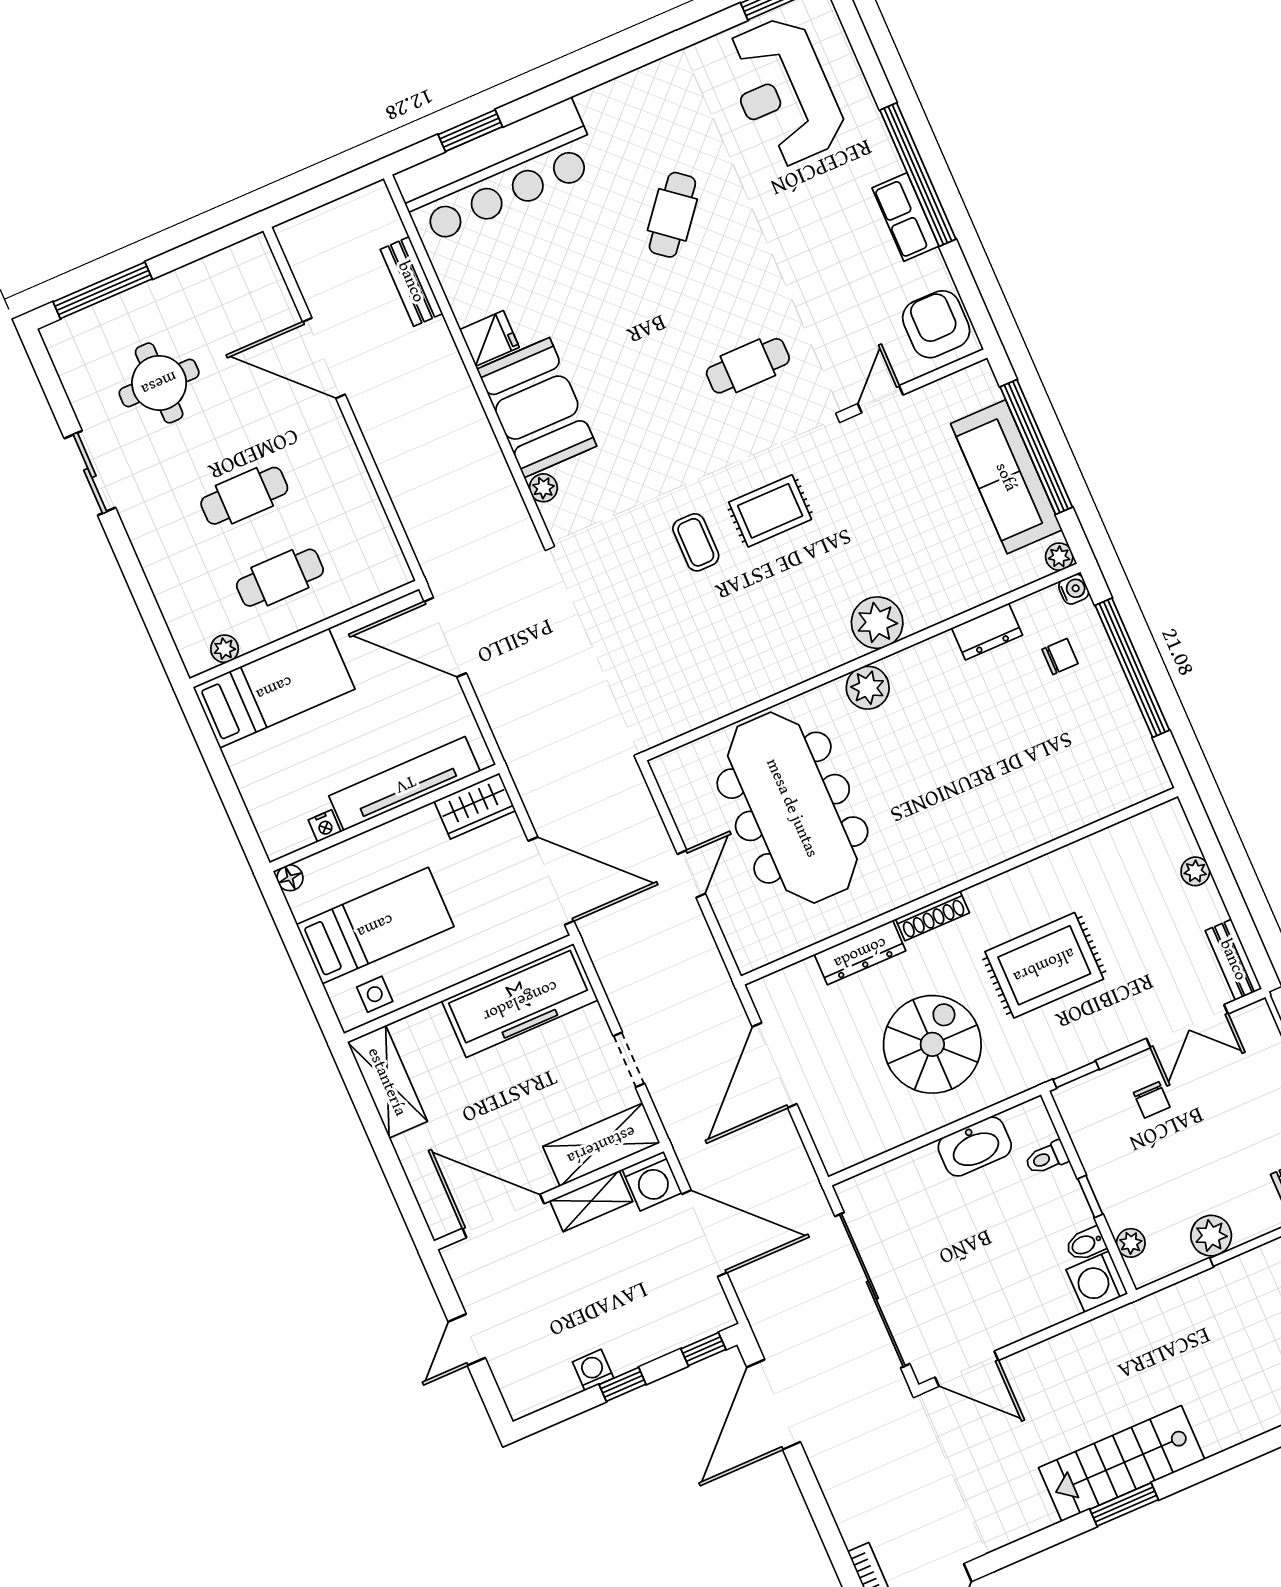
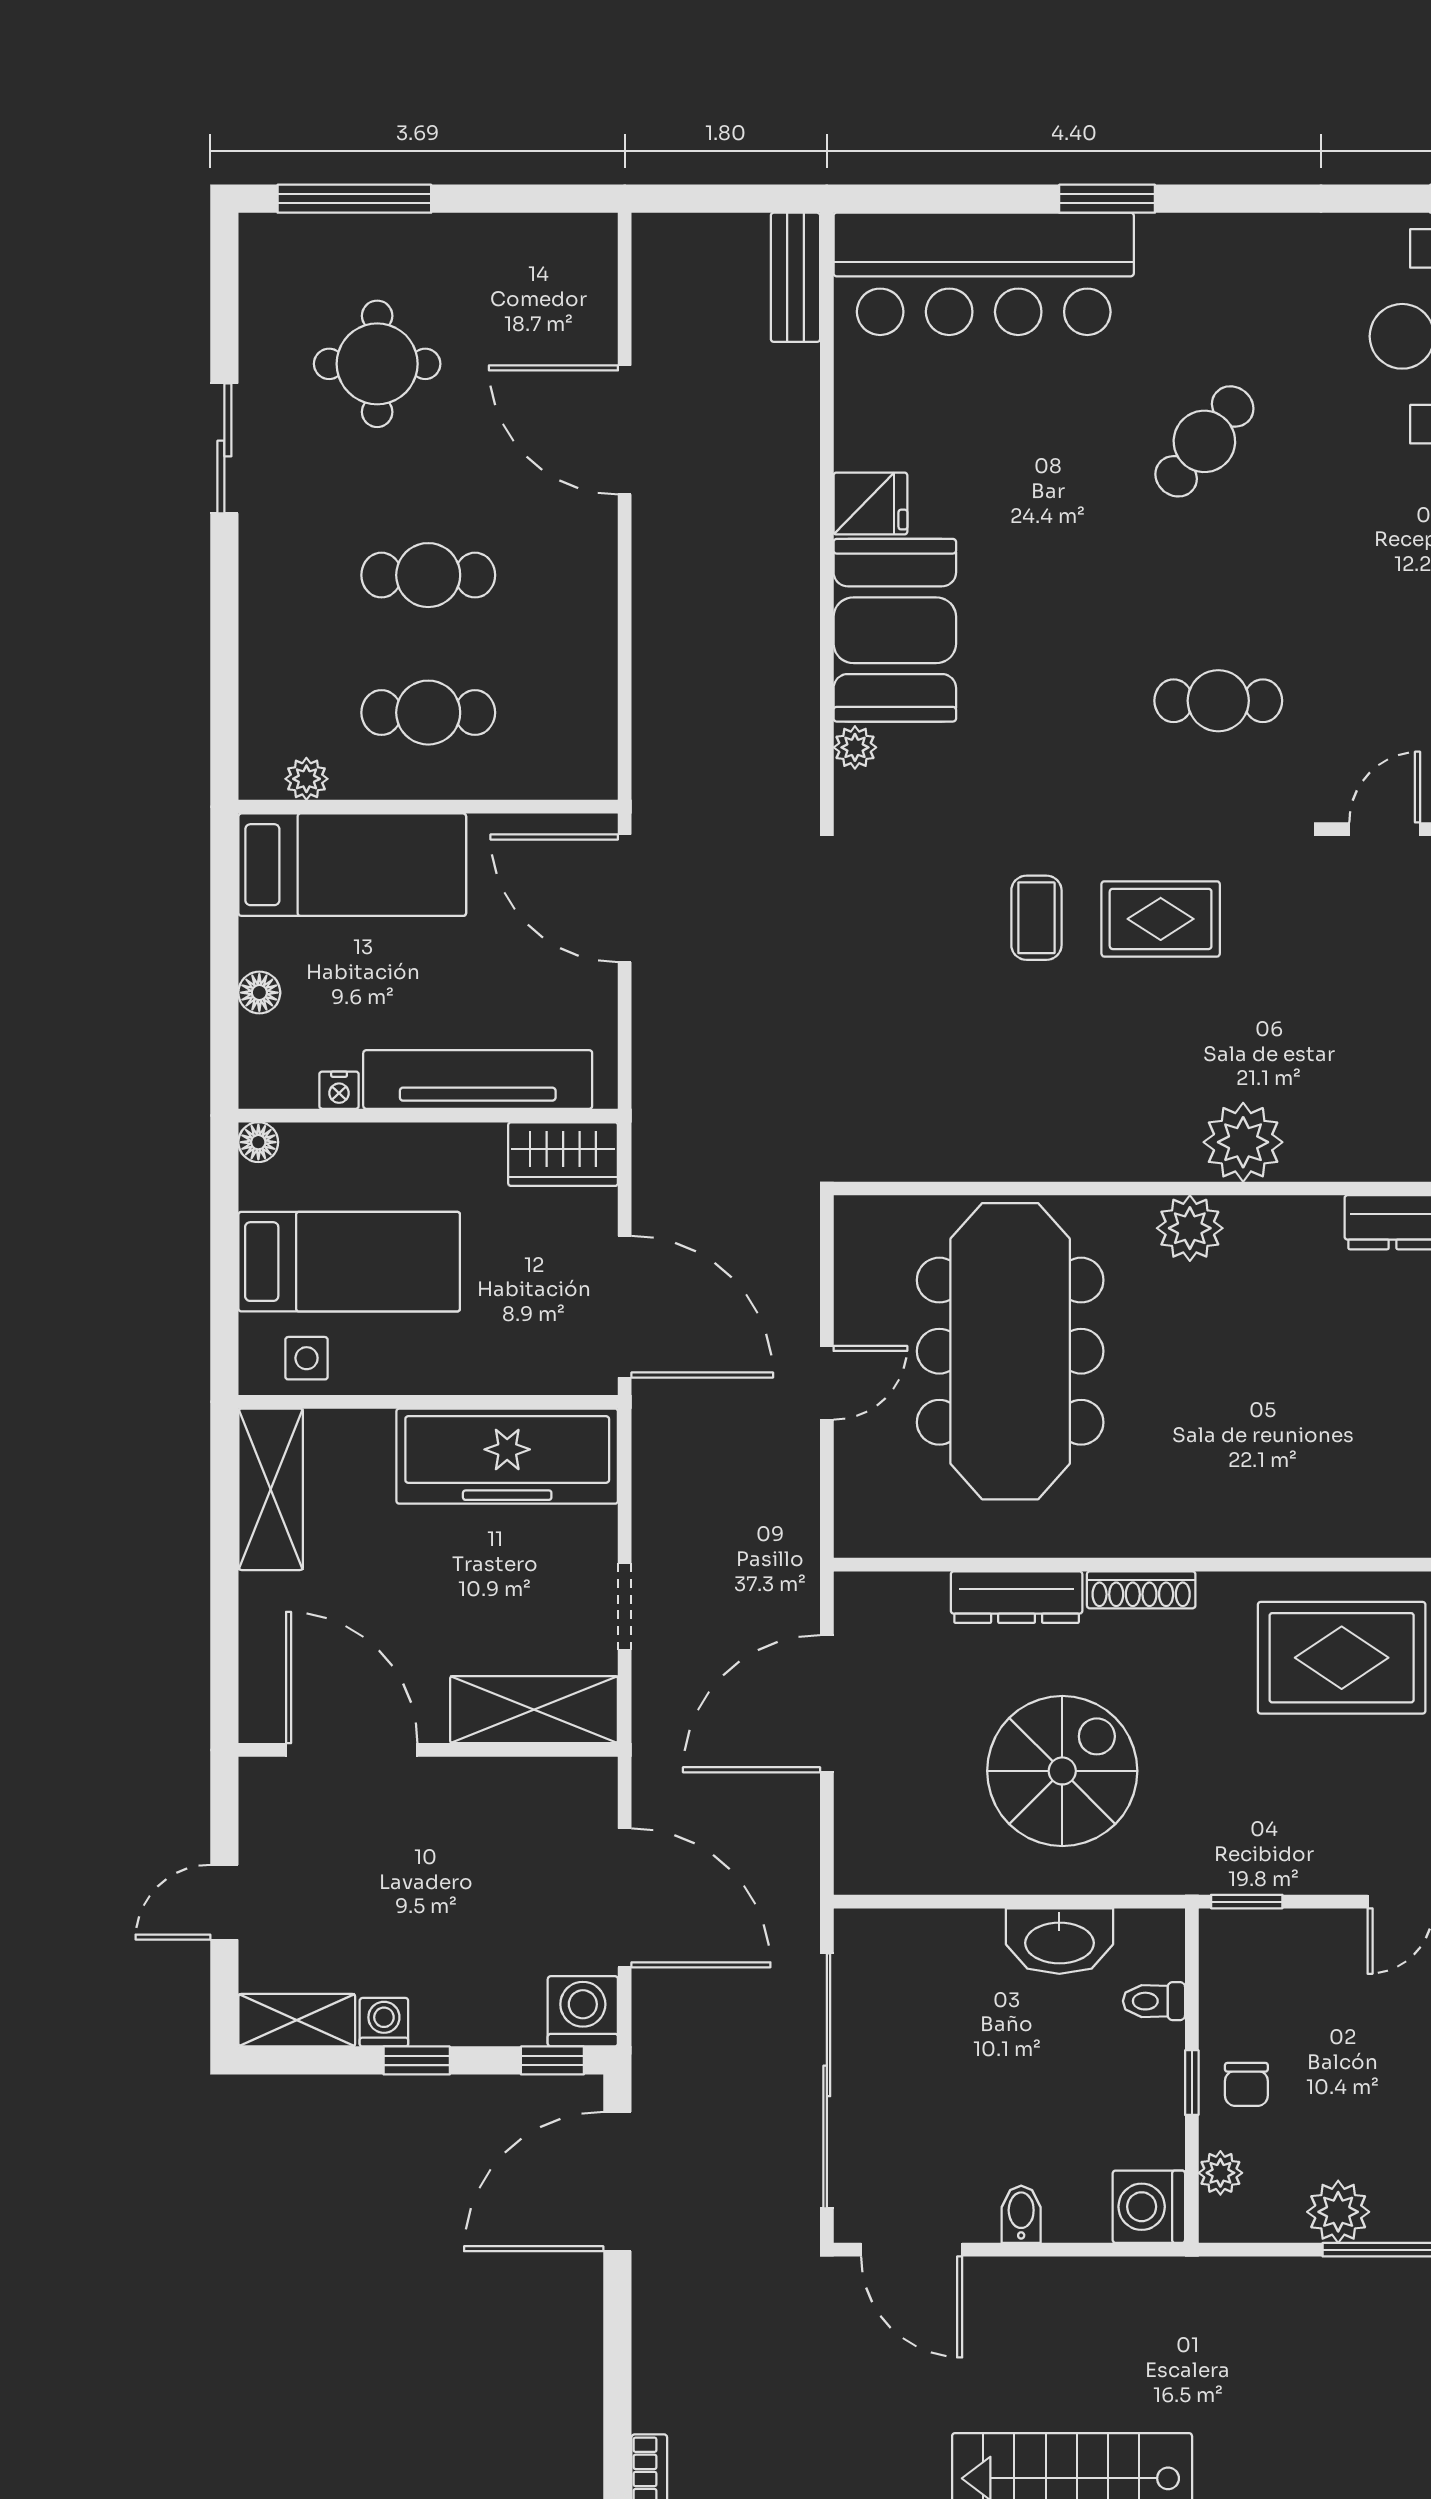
window: (470, 131) -> (1107, 199), moved
bench: (411, 282) -> (795, 277), moved
floor lamp: (252, 788) -> (259, 993), added
rug: (1044, 965) -> (1342, 1658), moved
chair: (1152, 1100) -> (1246, 2084), moved
washing machine: (652, 1181) -> (583, 2011), moved, turned 180
shelving: (591, 1201) -> (297, 2020), moved
bidet: (1086, 1244) -> (1021, 2214), moved, turned 90

